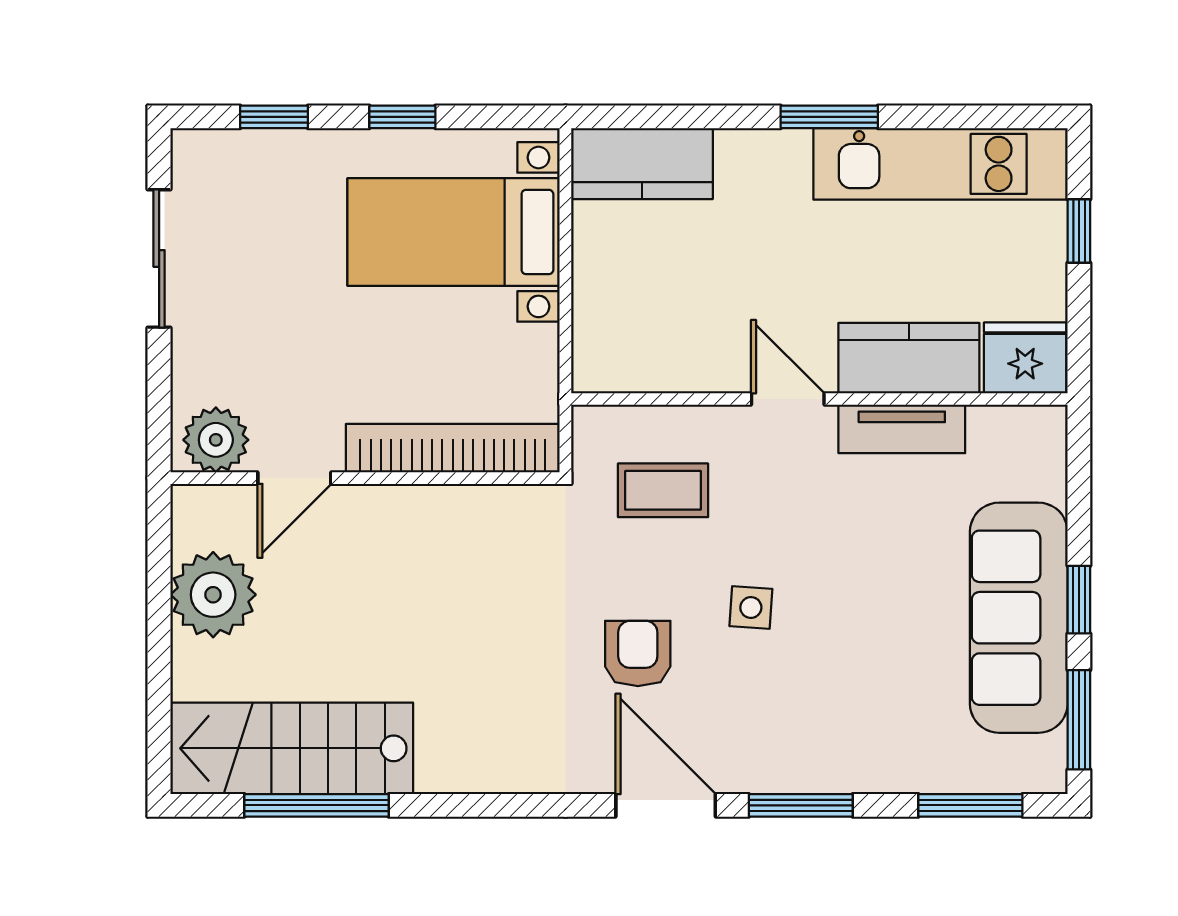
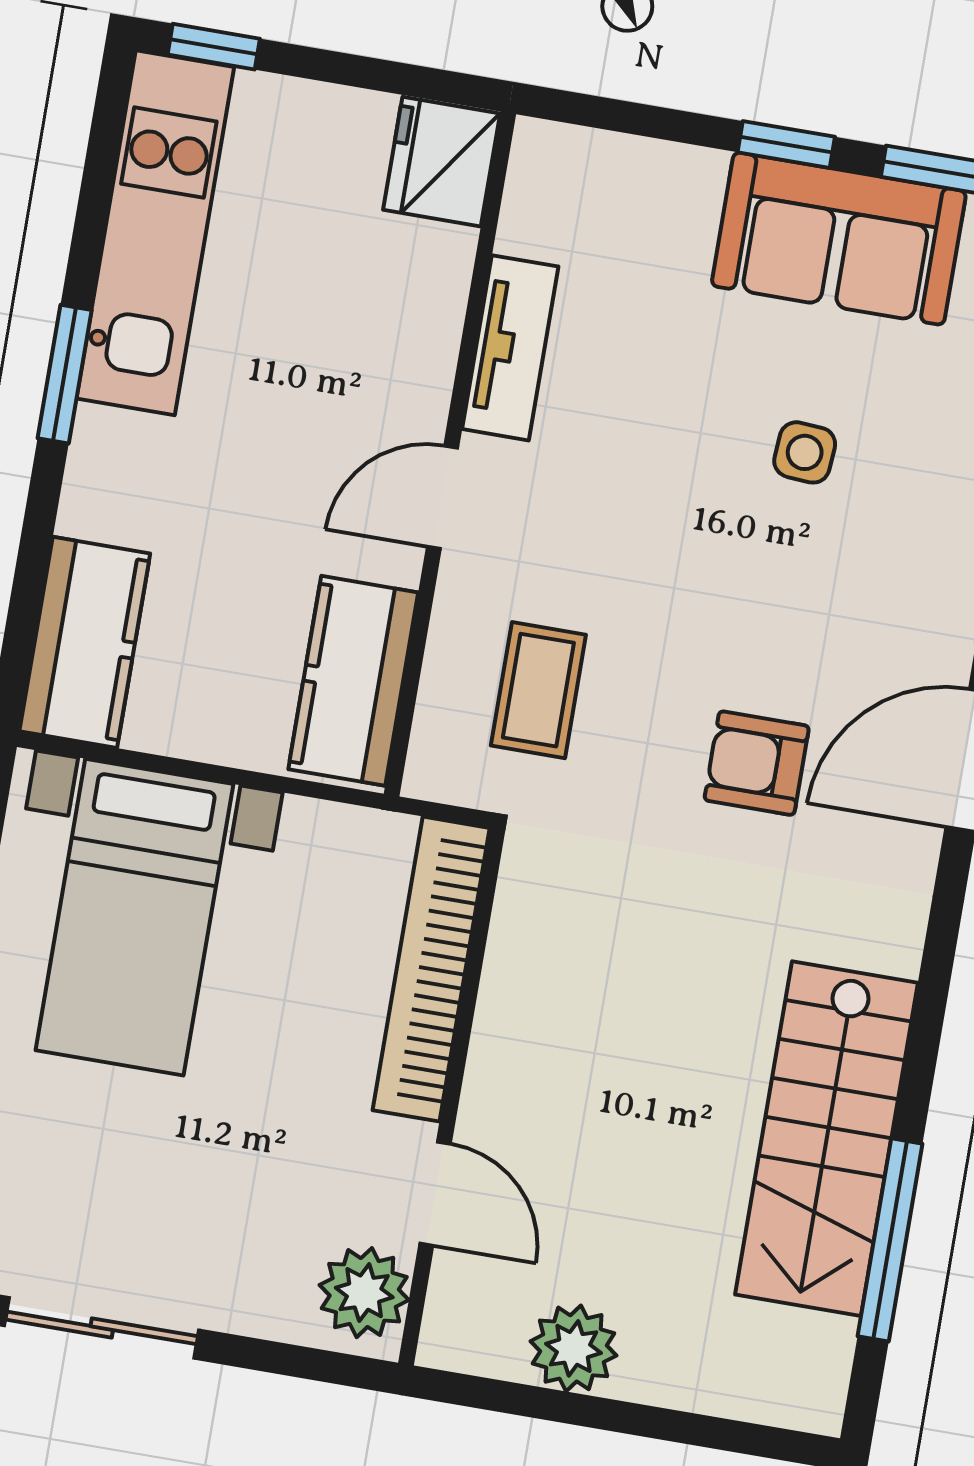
window: (1079, 231) -> (214, 47), moved
kitchen counter: (909, 358) -> (353, 681), moved
plant: (213, 595) -> (574, 1348), width x0.73, depth x0.73
side table: (751, 608) -> (805, 452), moved
sofa: (1019, 618) -> (839, 239), width x0.73
stairs: (292, 748) -> (827, 1139), moved

